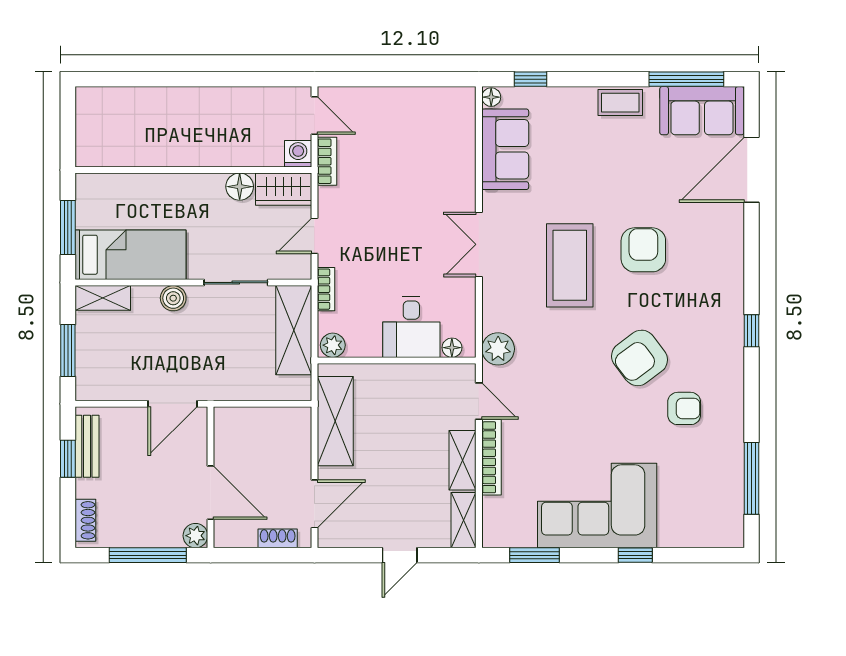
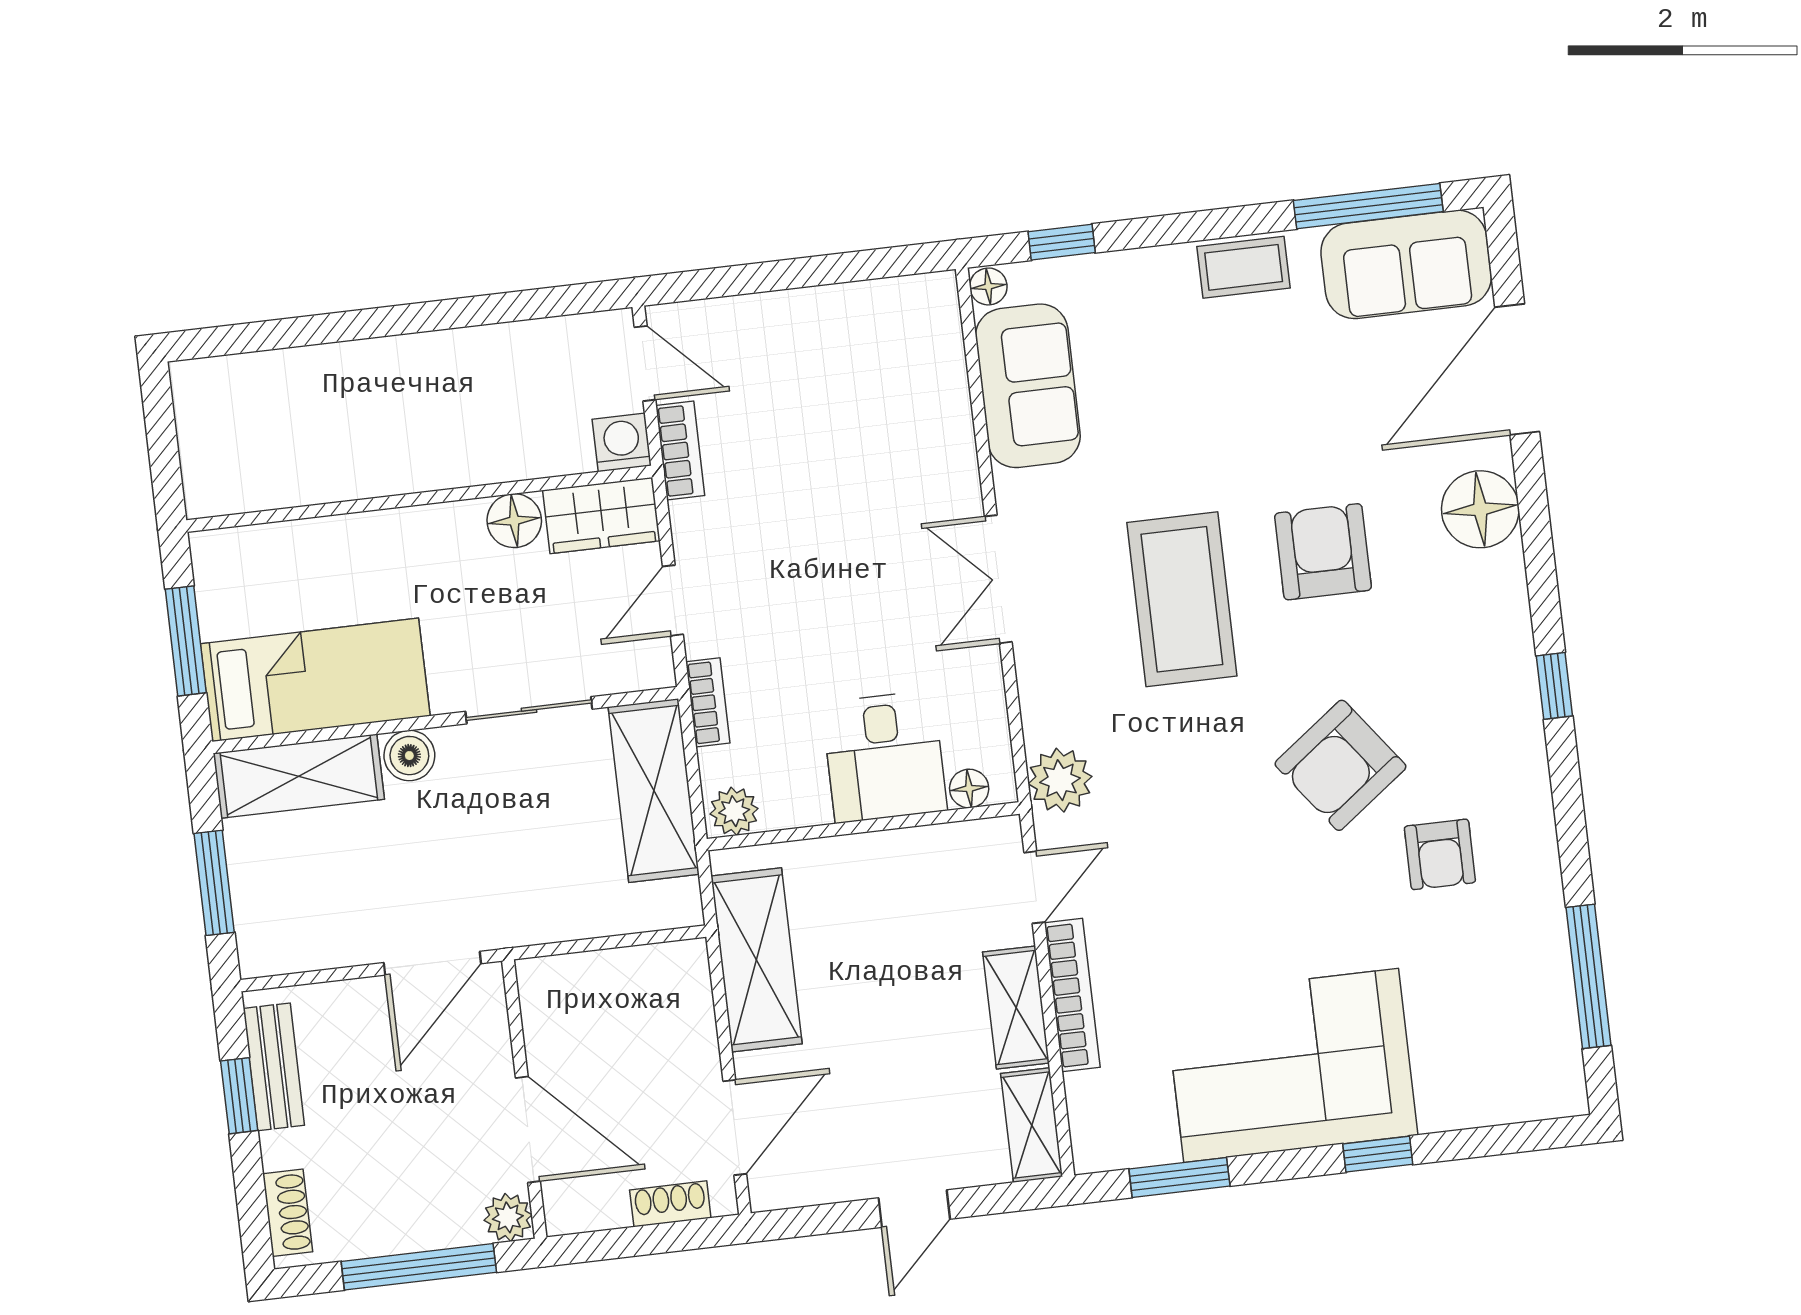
floor lamp: (725, 238) -> (1480, 509), added
shelving: (103, 298) -> (299, 776), width x1.50, depth x1.33
door: (479, 401) -> (1034, 887), hinge flipped
armchair: (684, 408) -> (1440, 854), turned 90

